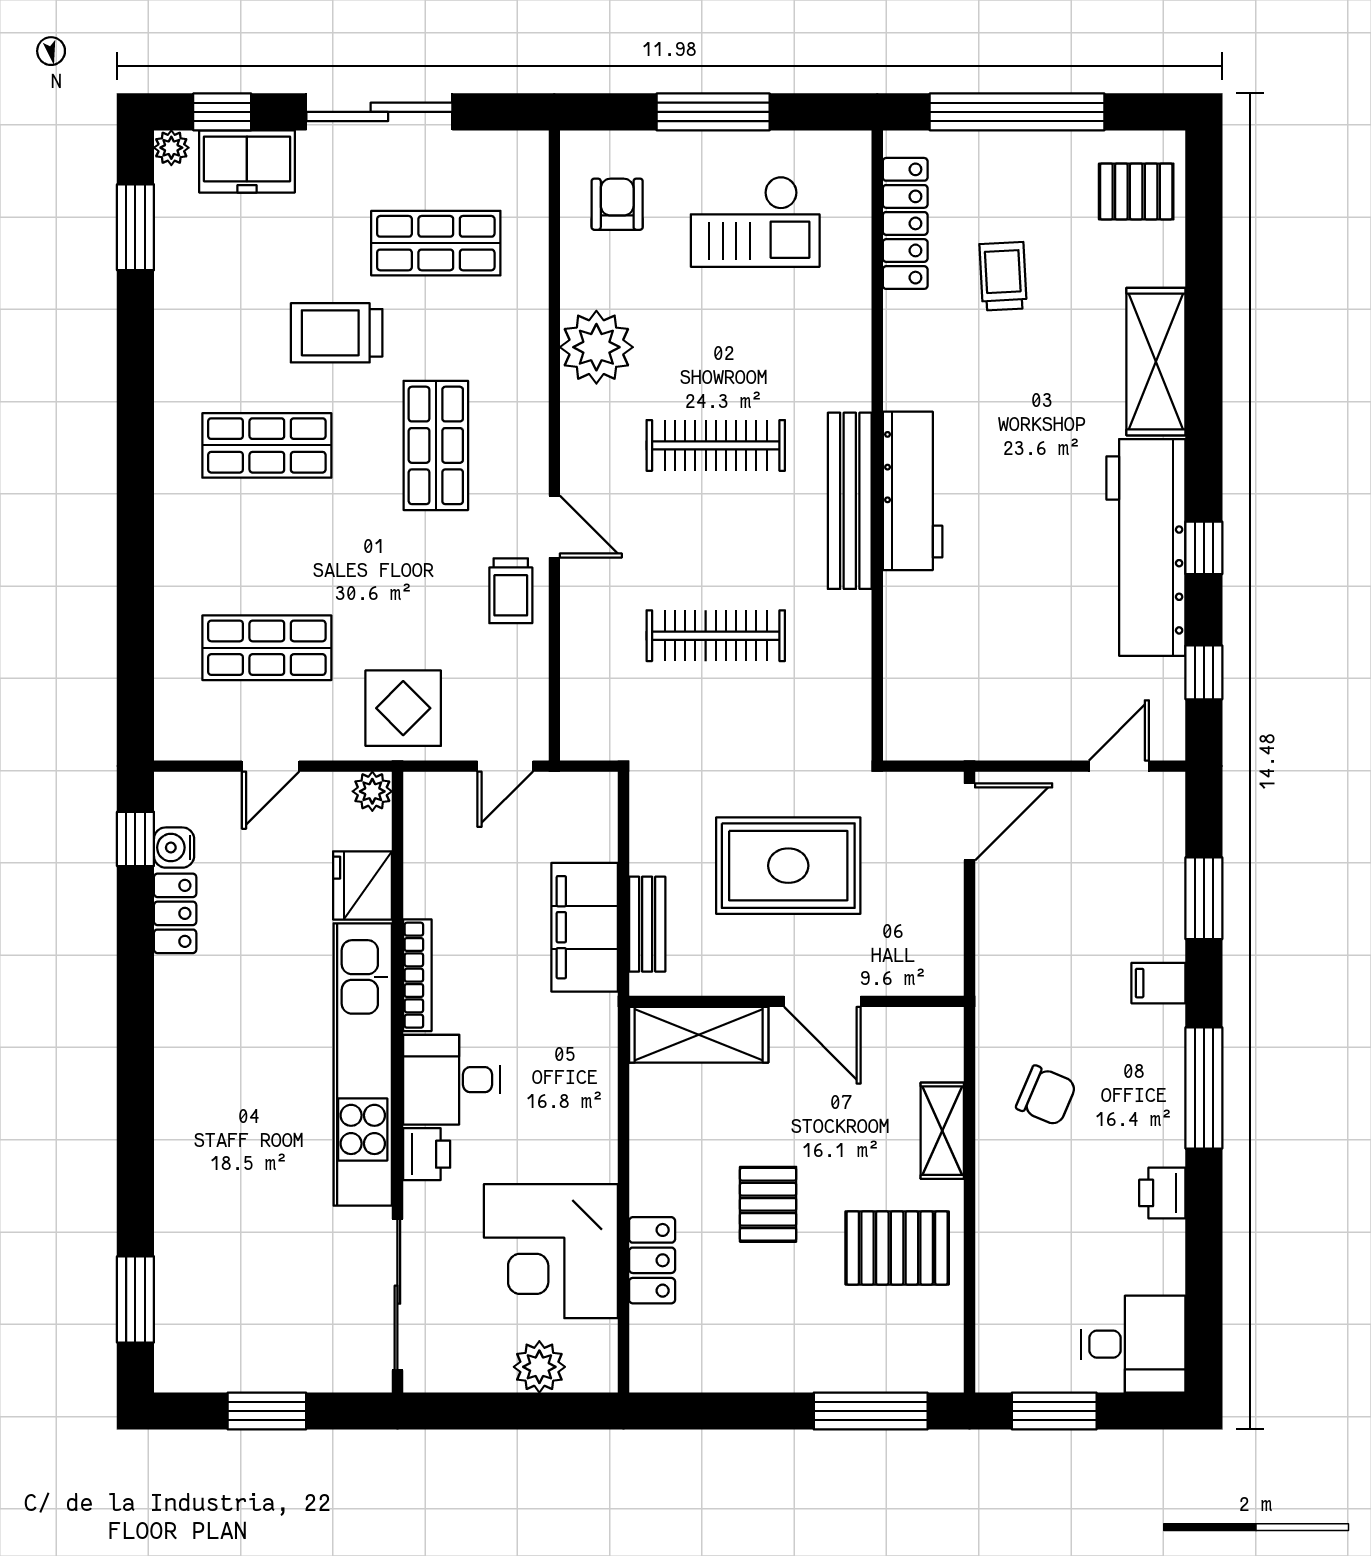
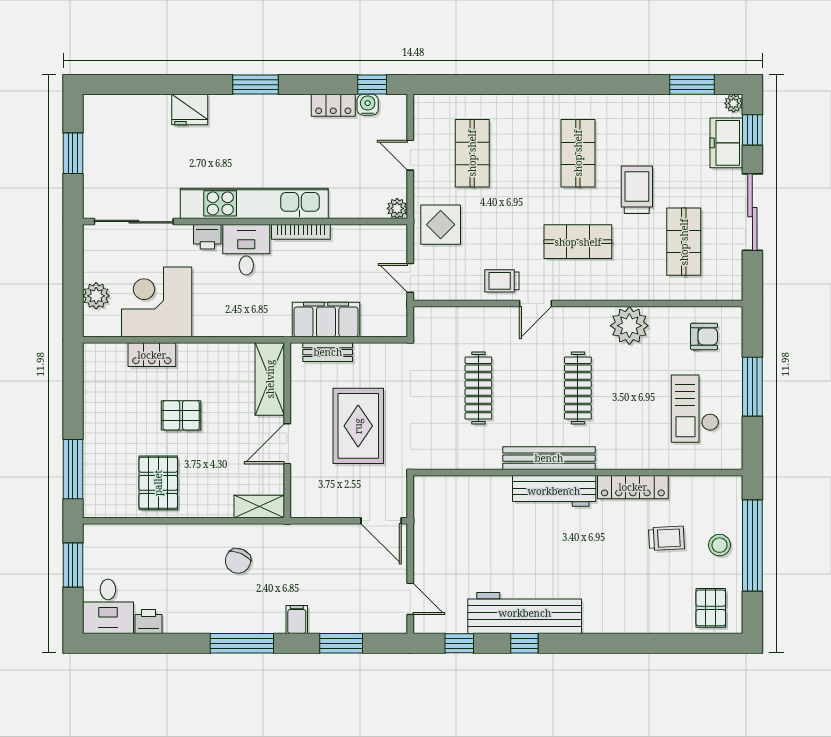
stool: (1016, 175) -> (719, 545), added
locker: (905, 223) -> (633, 487), moved
shelving: (1156, 362) -> (622, 618), removed
fridge: (363, 885) -> (190, 110), moved, turned 180
shelving: (942, 1131) -> (259, 507), moved
printer: (1162, 1193) -> (149, 622), moved
window: (135, 1299) -> (255, 85), moved

